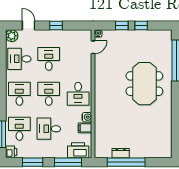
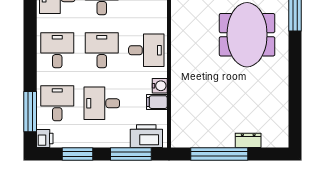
desk: (78, 94) -> (146, 50), turned -90
dresser: (121, 153) -> (248, 140), moved

